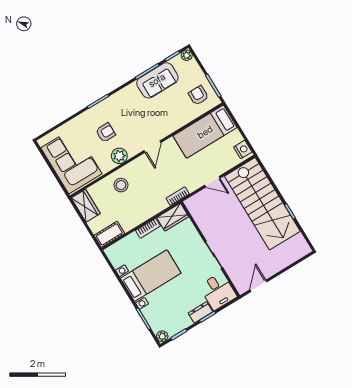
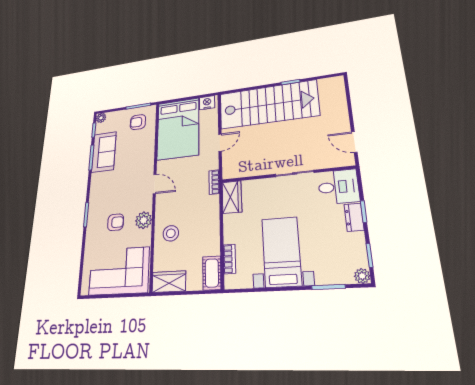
bed: (205, 132) -> (178, 129), width x1.50
armchair: (106, 133) -> (116, 222), turned 90
bookcase: (148, 228) -> (229, 259), moved

